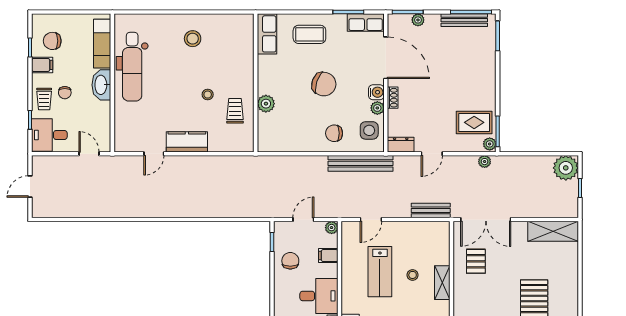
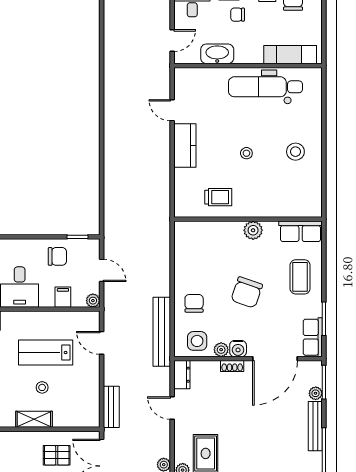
bench: (464, 20) -> (315, 426), moved
washbasin: (101, 85) -> (217, 54), moved
stool: (208, 95) -> (246, 153), moved
plant: (266, 104) -> (253, 230), moved

